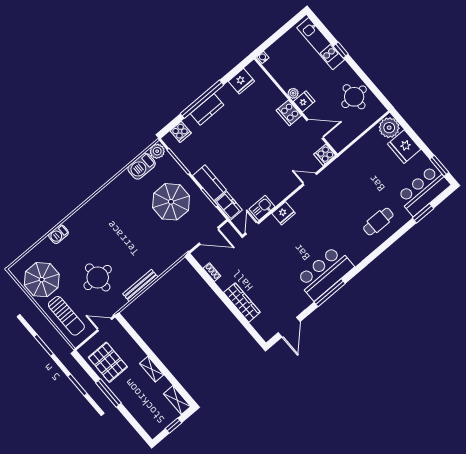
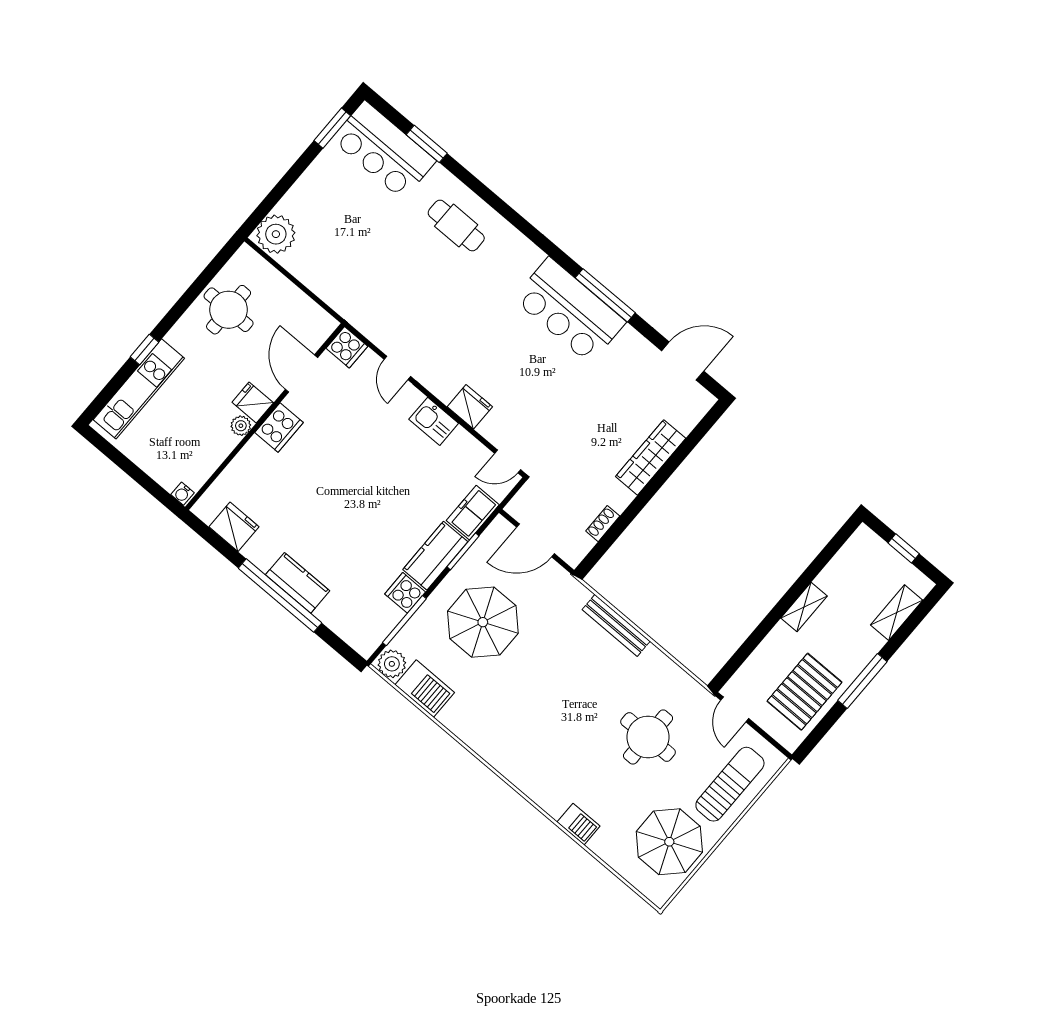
cooker: (181, 132) -> (405, 593), moved, turned -90
fridge: (404, 147) -> (307, 200), removed
kitchen sink: (262, 208) -> (434, 421), moved
door: (209, 236) -> (535, 540), swing flipped
bench: (140, 285) -> (616, 625), moved
shelving: (177, 400) -> (897, 613), moved

